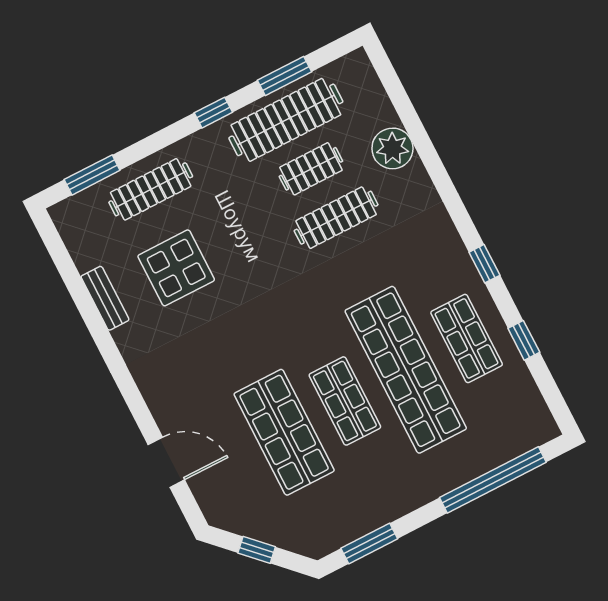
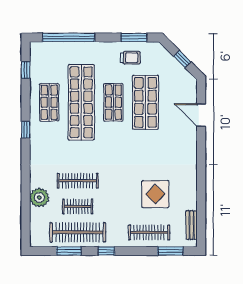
bench: (105, 298) -> (192, 225), moved
window: (524, 340) -> (26, 70), moved
trolley: (356, 502) -> (130, 58), added

